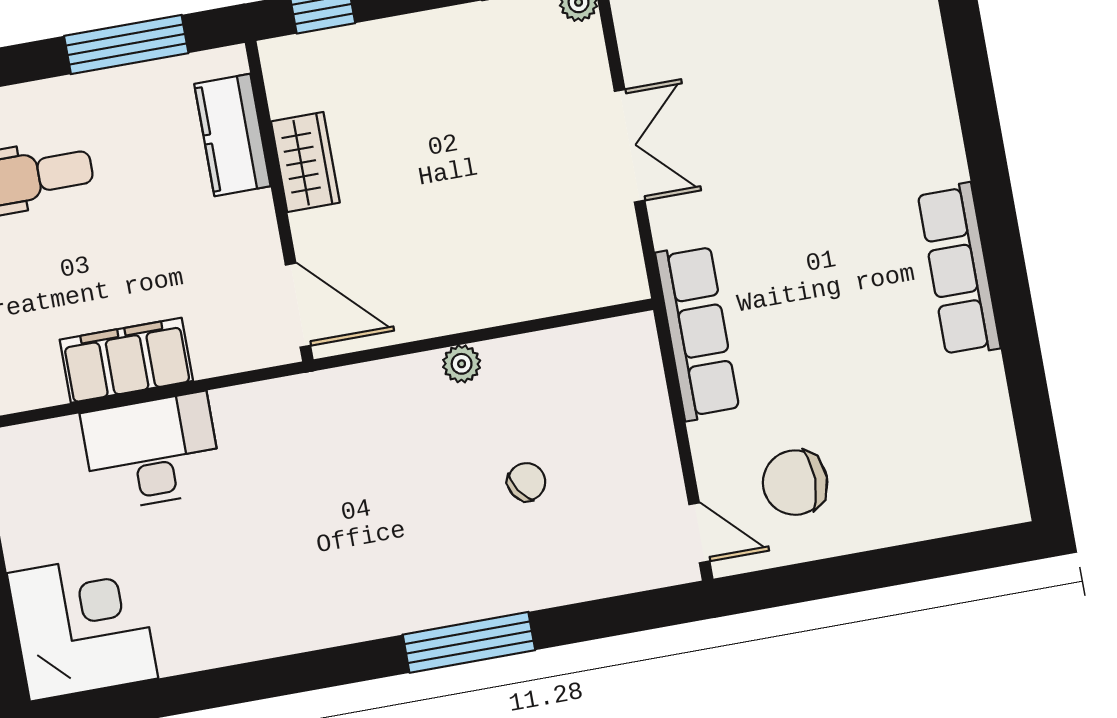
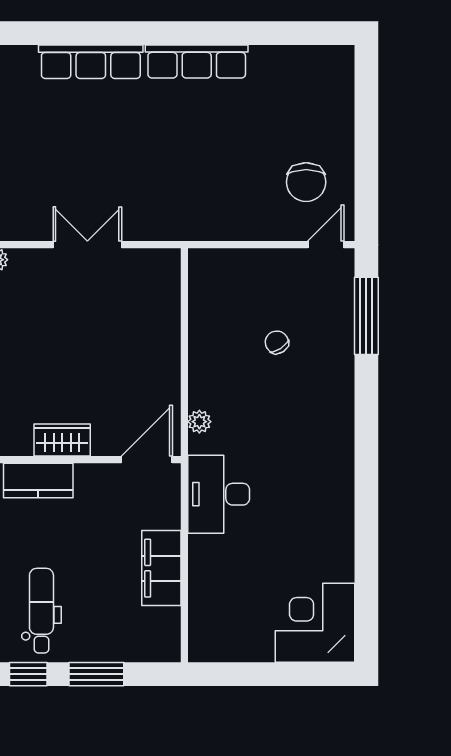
row of seats: (697, 332) -> (91, 62), moved, turned 180
plant: (462, 364) -> (199, 422), moved
desk: (152, 452) -> (219, 494), moved
window: (469, 642) -> (366, 316), moved

